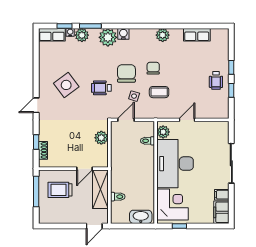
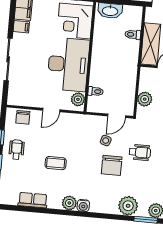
water cooler: (123, 34) -> (83, 206), moved
chair: (153, 68) -> (23, 117), moved
coffee table: (159, 92) -> (56, 163), moved

